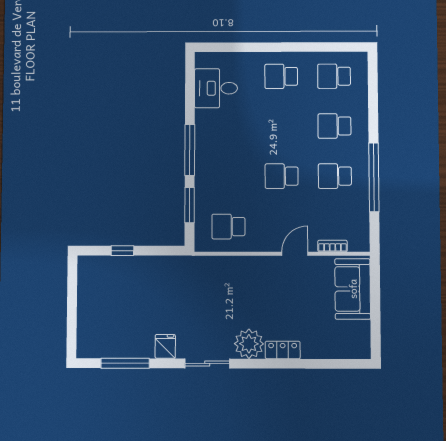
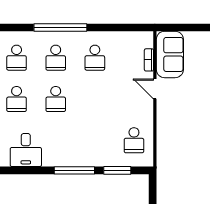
school desk: (282, 176) -> (56, 99), moved
window: (374, 177) -> (60, 27), moved
sofa: (353, 289) -> (170, 54), moved, turned -90

